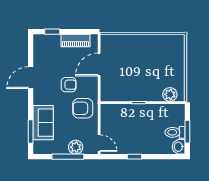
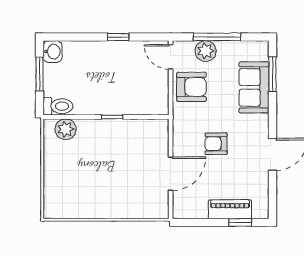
piano: (75, 41) -> (230, 209), moved
armchair: (83, 108) -> (191, 87), moved
toilet: (175, 132) -> (58, 106), moved

